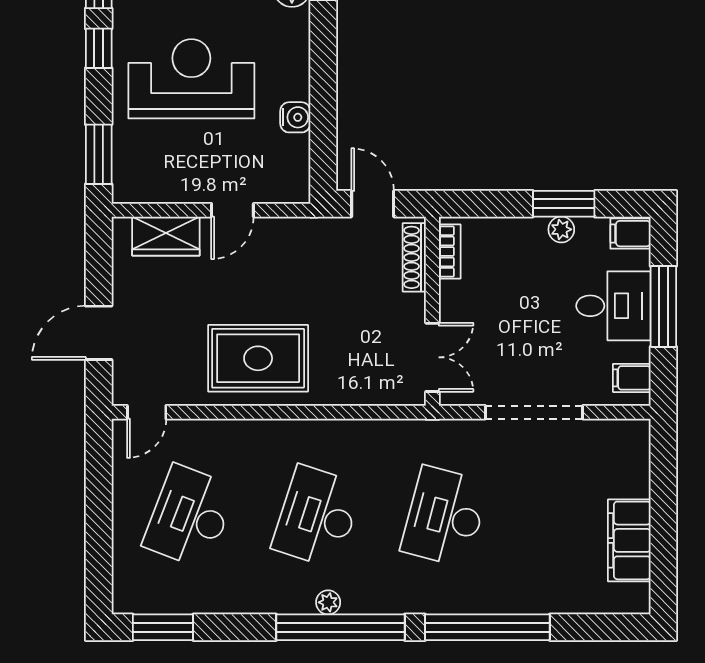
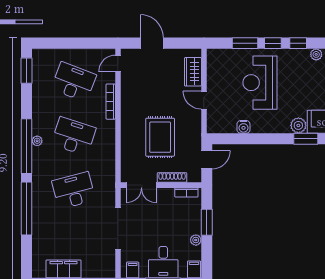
reception desk: (191, 79) -> (260, 83), turned 180
window: (99, 154) -> (245, 43), moved
window: (564, 204) -> (207, 222), moved
shoe rack: (414, 257) -> (172, 177), moved
rug: (258, 358) -> (160, 137), moved
door: (147, 412) -> (118, 64), hinge flipped
bookcase: (236, 429) -> (111, 102), added
desk: (445, 517) -> (74, 190), turned -30

